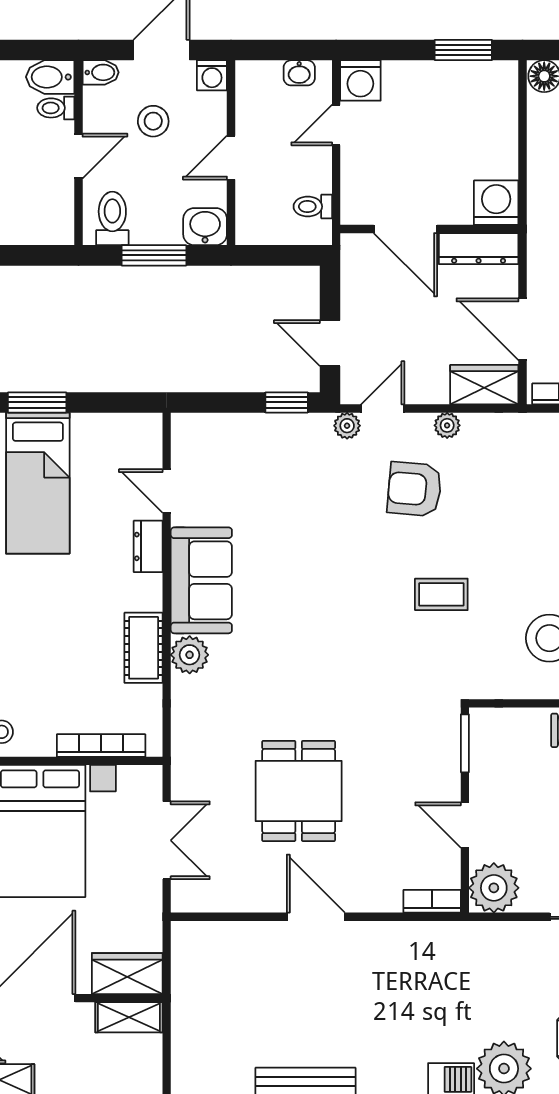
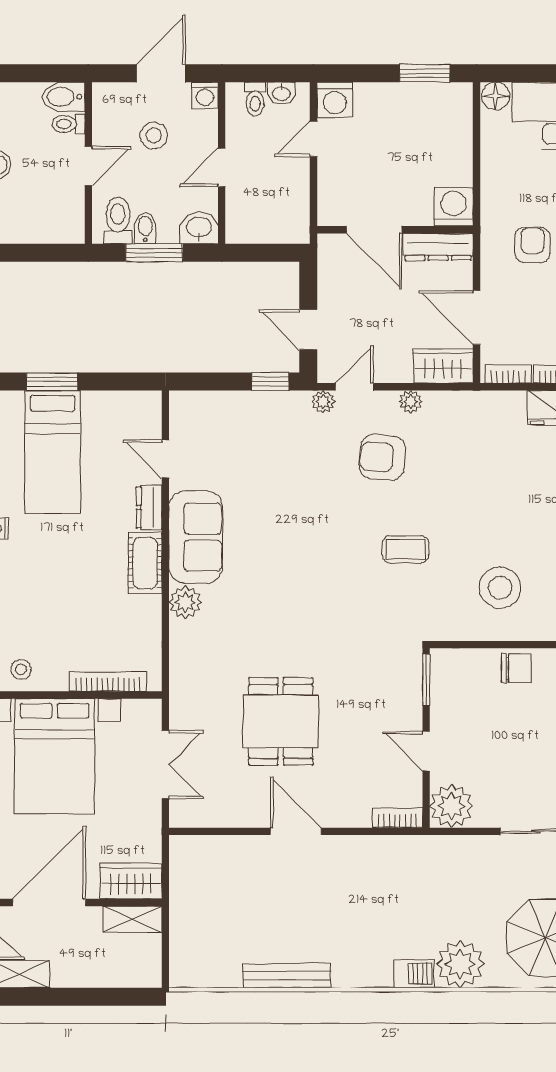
bidet: (101, 72) -> (145, 228), moved, turned -90
toilet: (313, 207) -> (255, 99), moved, turned -90
cot: (144, 648) -> (145, 563), moved

